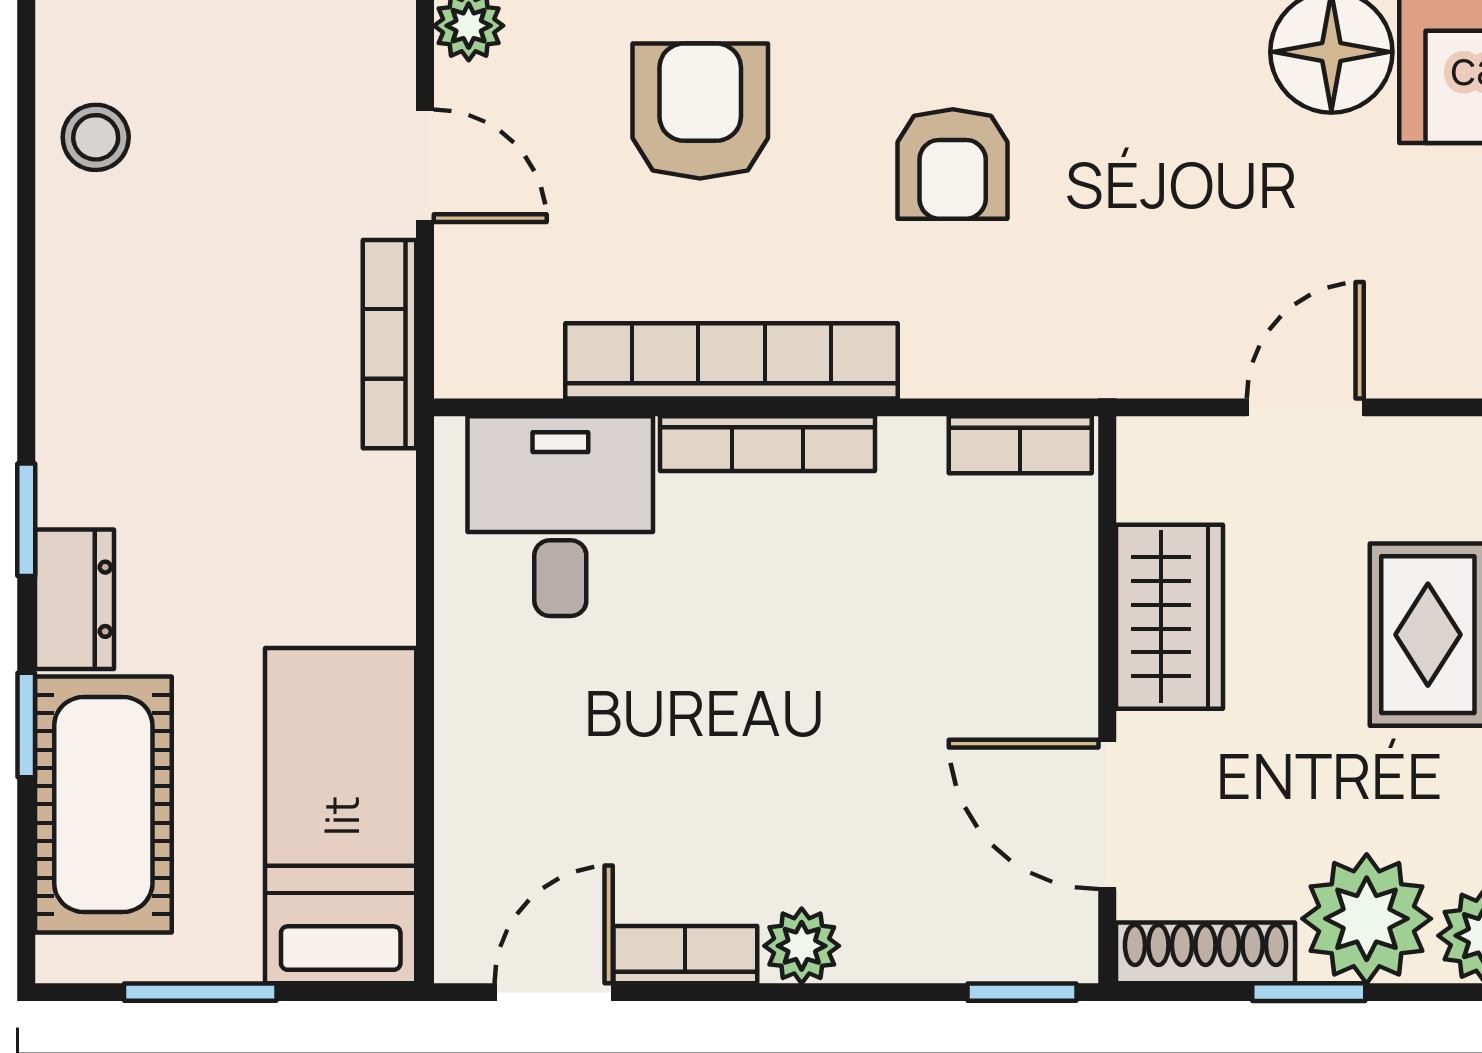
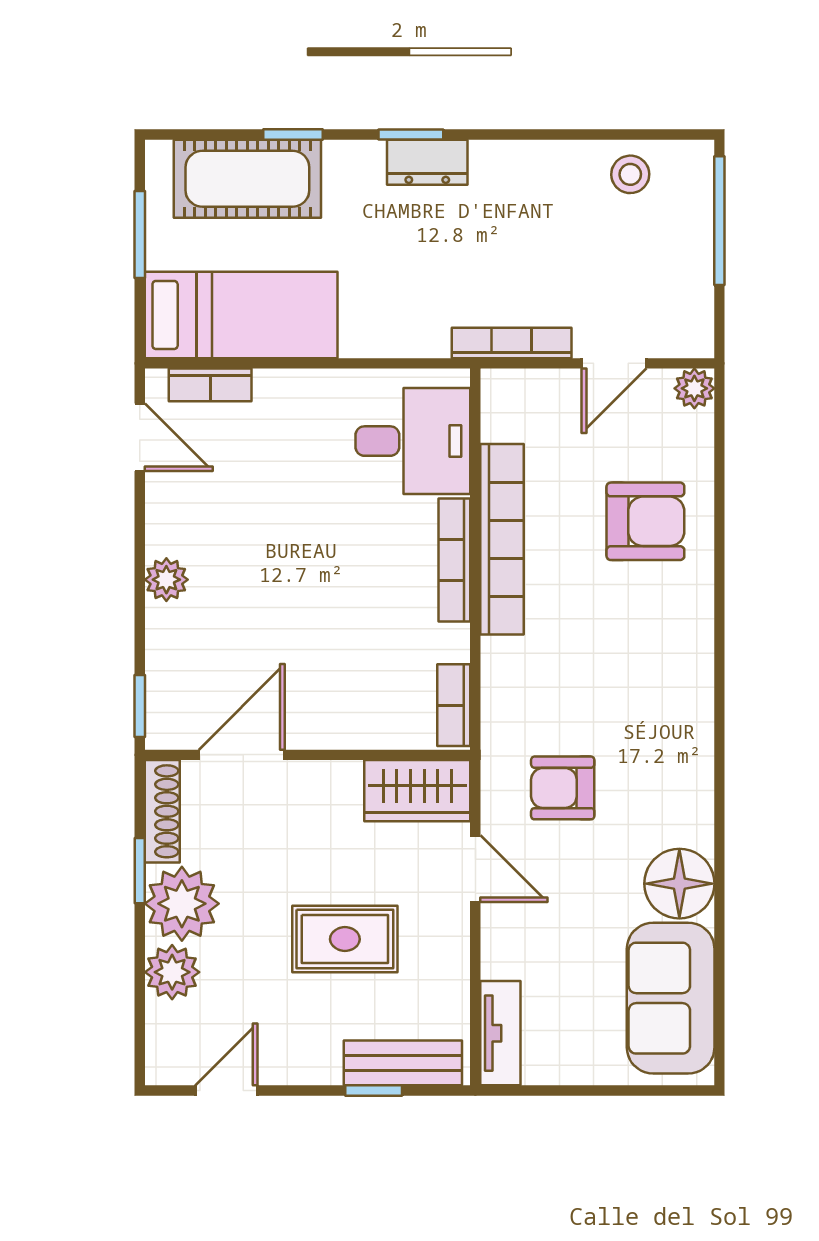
armchair: (953, 164) -> (563, 788), moved
dresser: (75, 599) -> (427, 162), moved
wardrobe: (1170, 617) -> (417, 791), moved
bookcase: (685, 955) -> (210, 385), moved, turned 90

